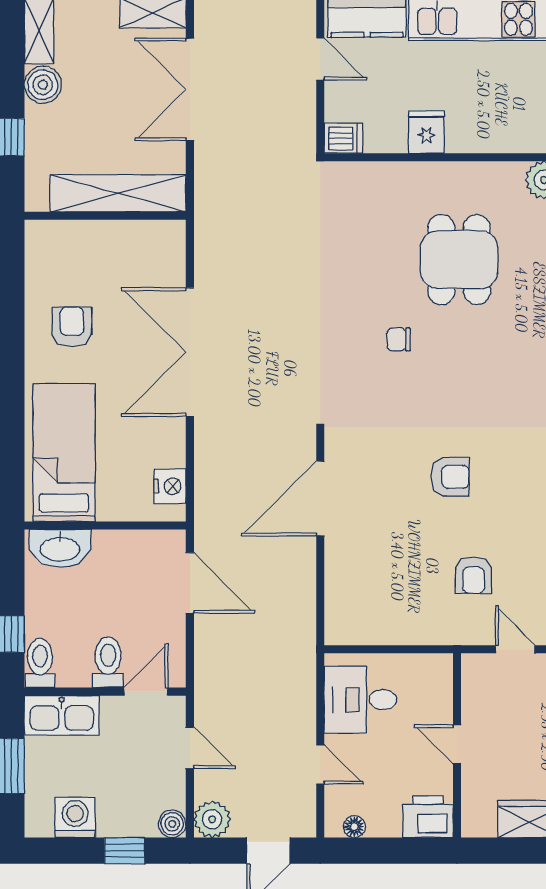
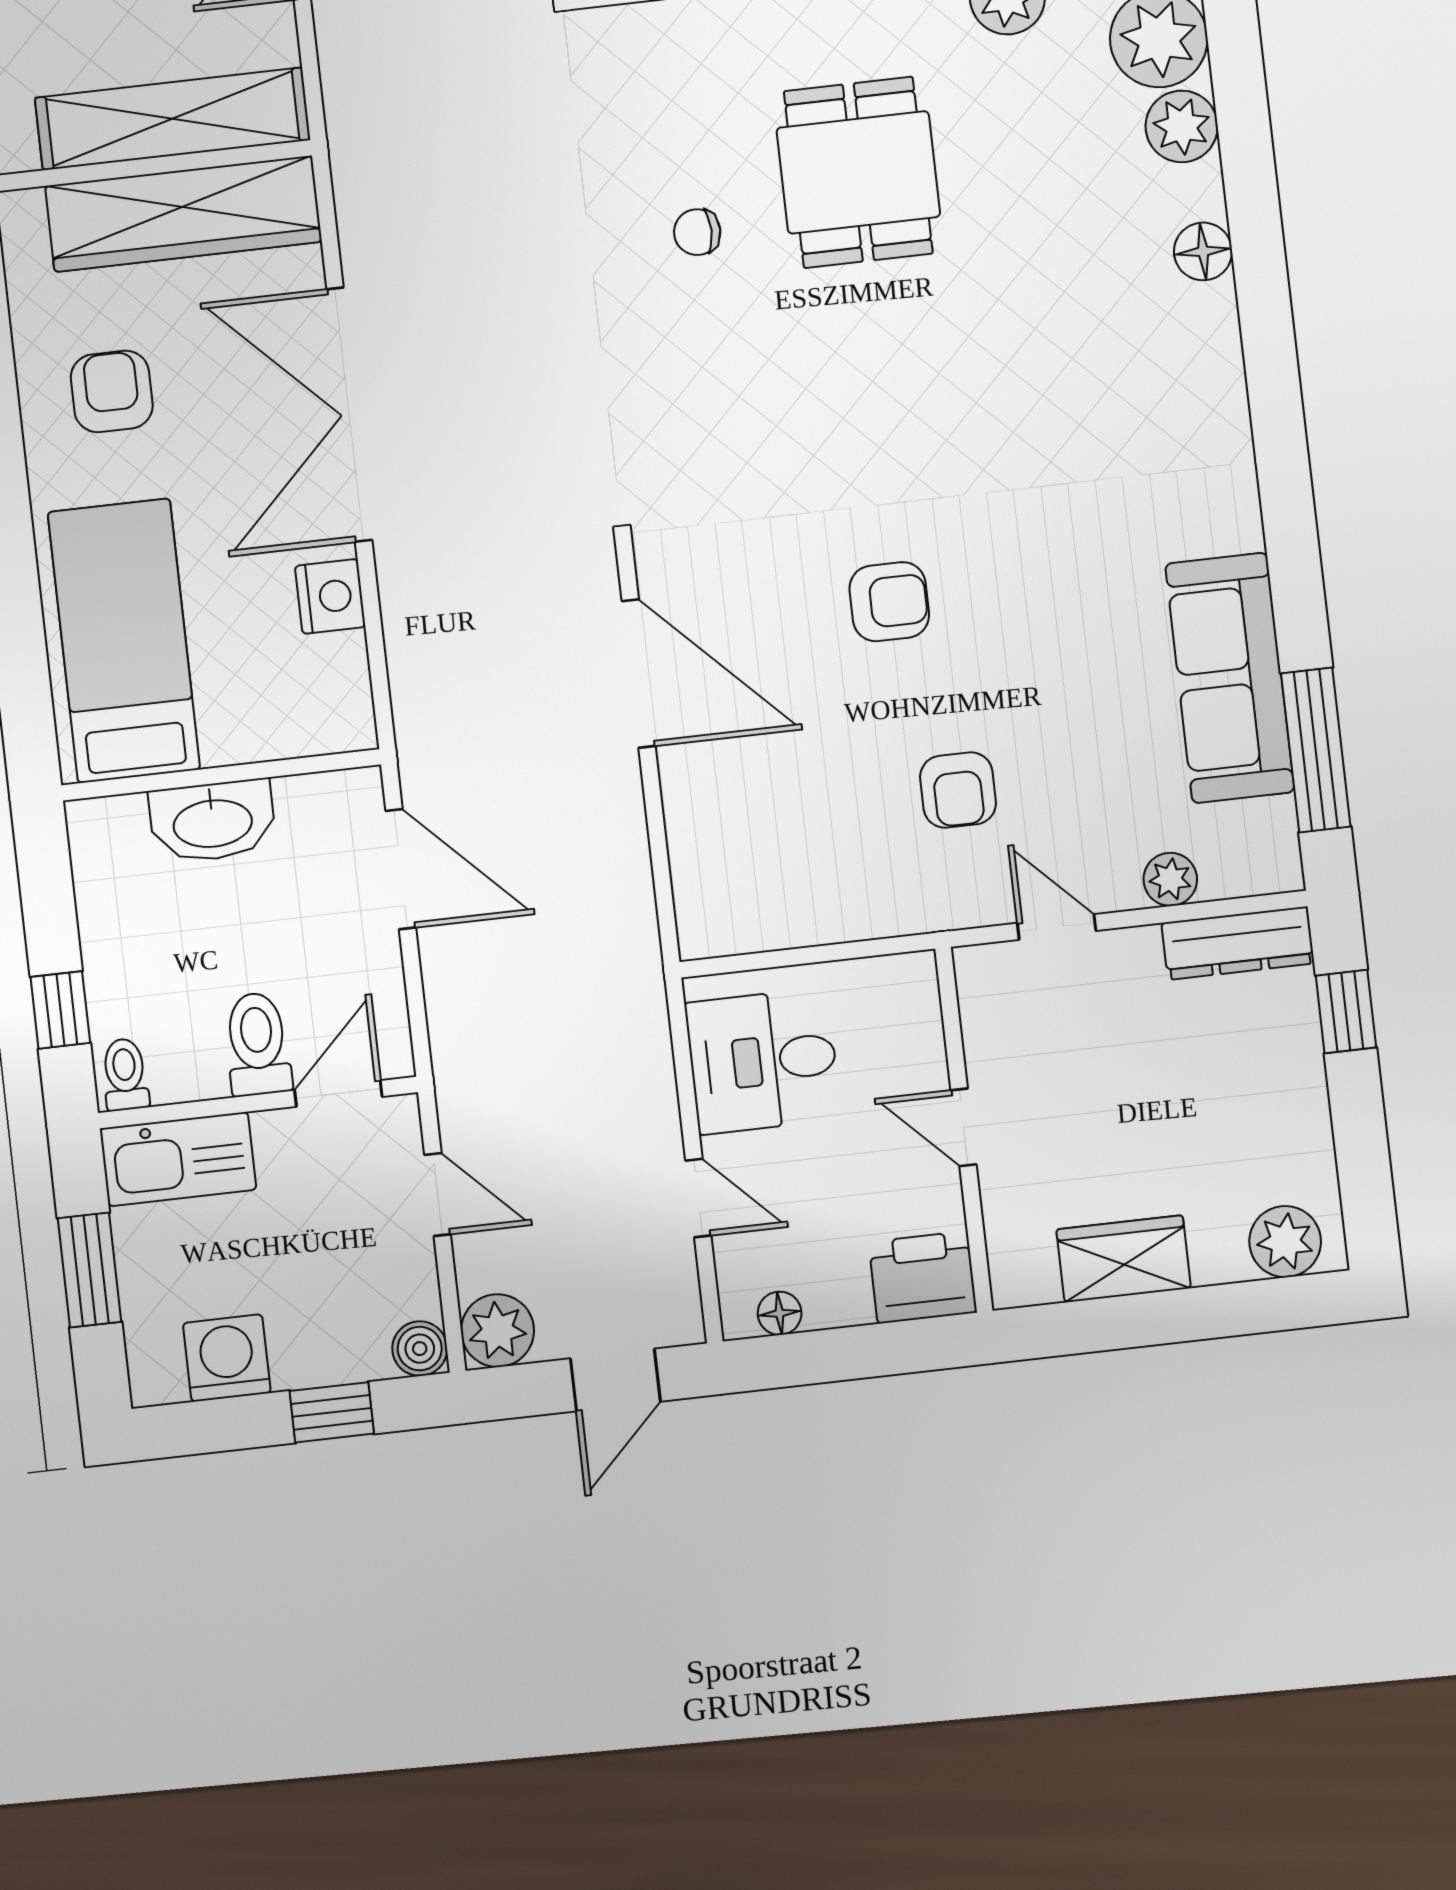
wardrobe: (118, 242) -> (183, 214), added
chair: (399, 339) -> (697, 232), moved
nightstand: (170, 486) -> (330, 596), moved
door: (320, 498) -> (639, 674), swing flipped
washbasin: (60, 548) -> (212, 821), moved
toilet: (40, 663) -> (125, 1074), width x0.73, depth x0.72

